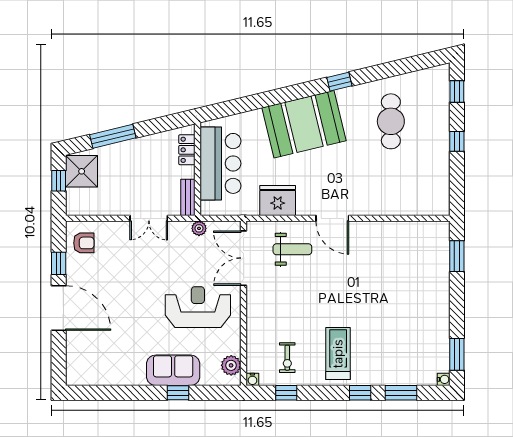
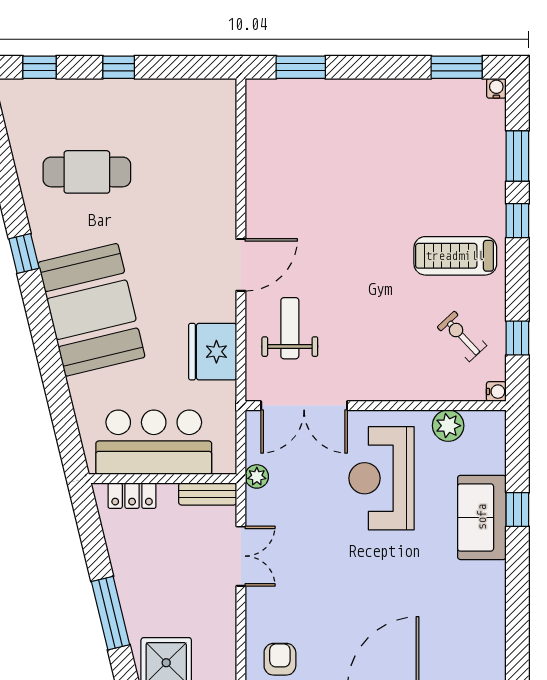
exercise bike: (287, 358) -> (462, 336), turned -133
plant: (231, 365) -> (448, 426), moved

